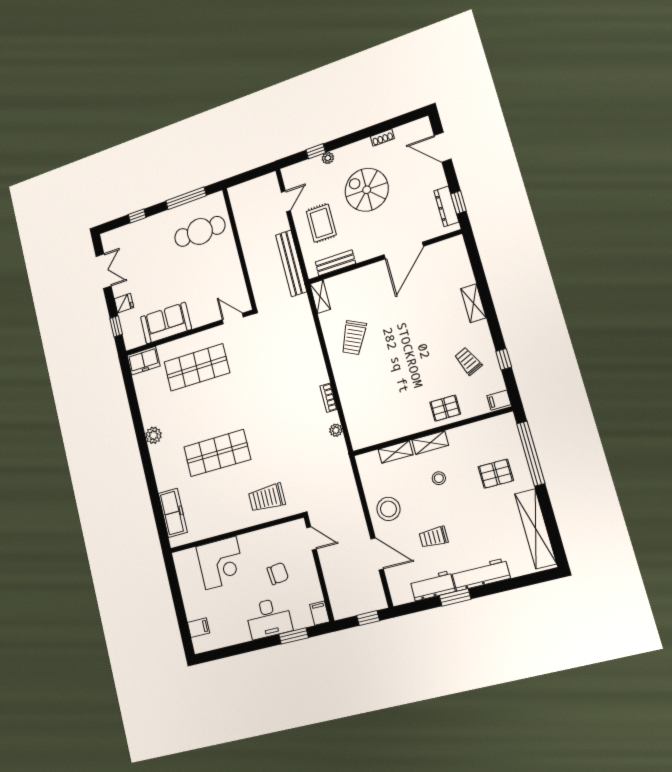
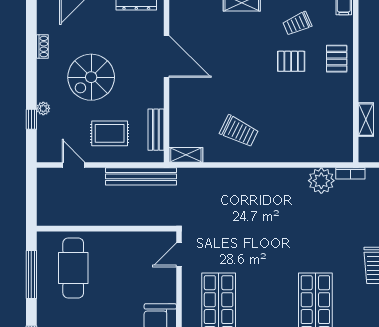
pallet: (431, 366) -> (291, 61), added
bookcase: (329, 398) -> (350, 173), moved
plant: (336, 430) -> (321, 181), width x1.88, depth x1.88
shelving: (430, 443) -> (366, 82), removed

